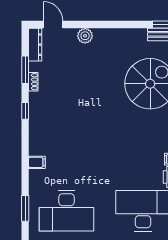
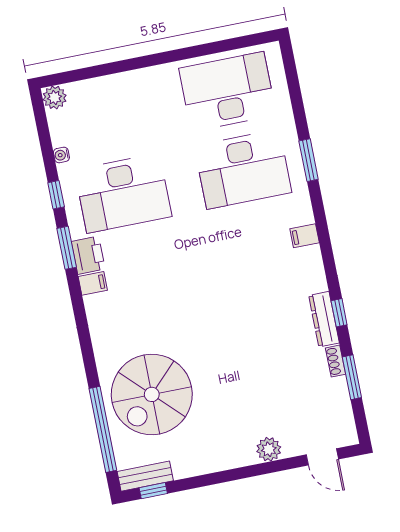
dresser: (35, 45) -> (324, 319), moved
desk: (67, 211) -> (243, 169), turned 180

